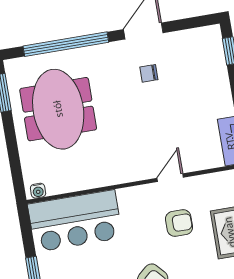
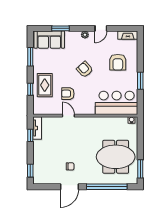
meeting table: (58, 109) -> (116, 157), turned 90
door: (170, 178) -> (68, 116), swing flipped

